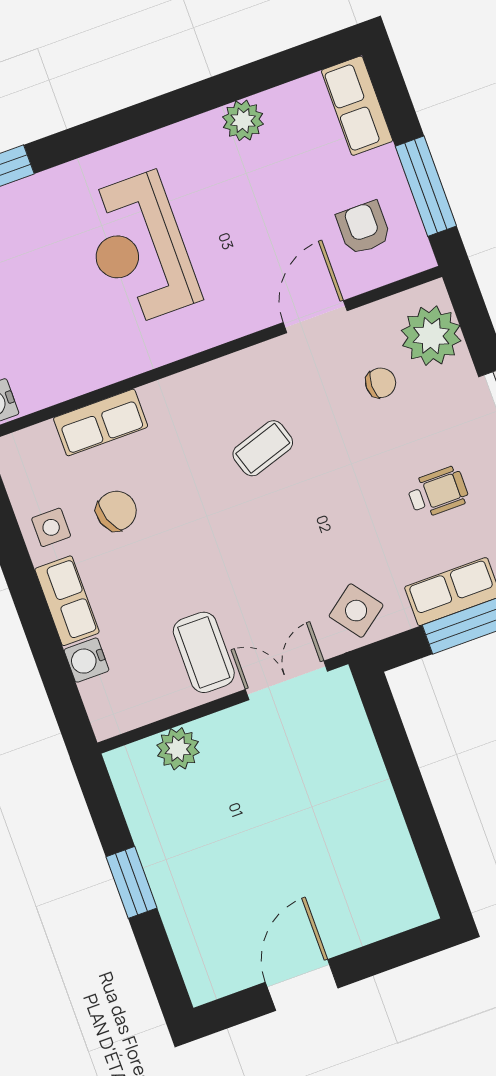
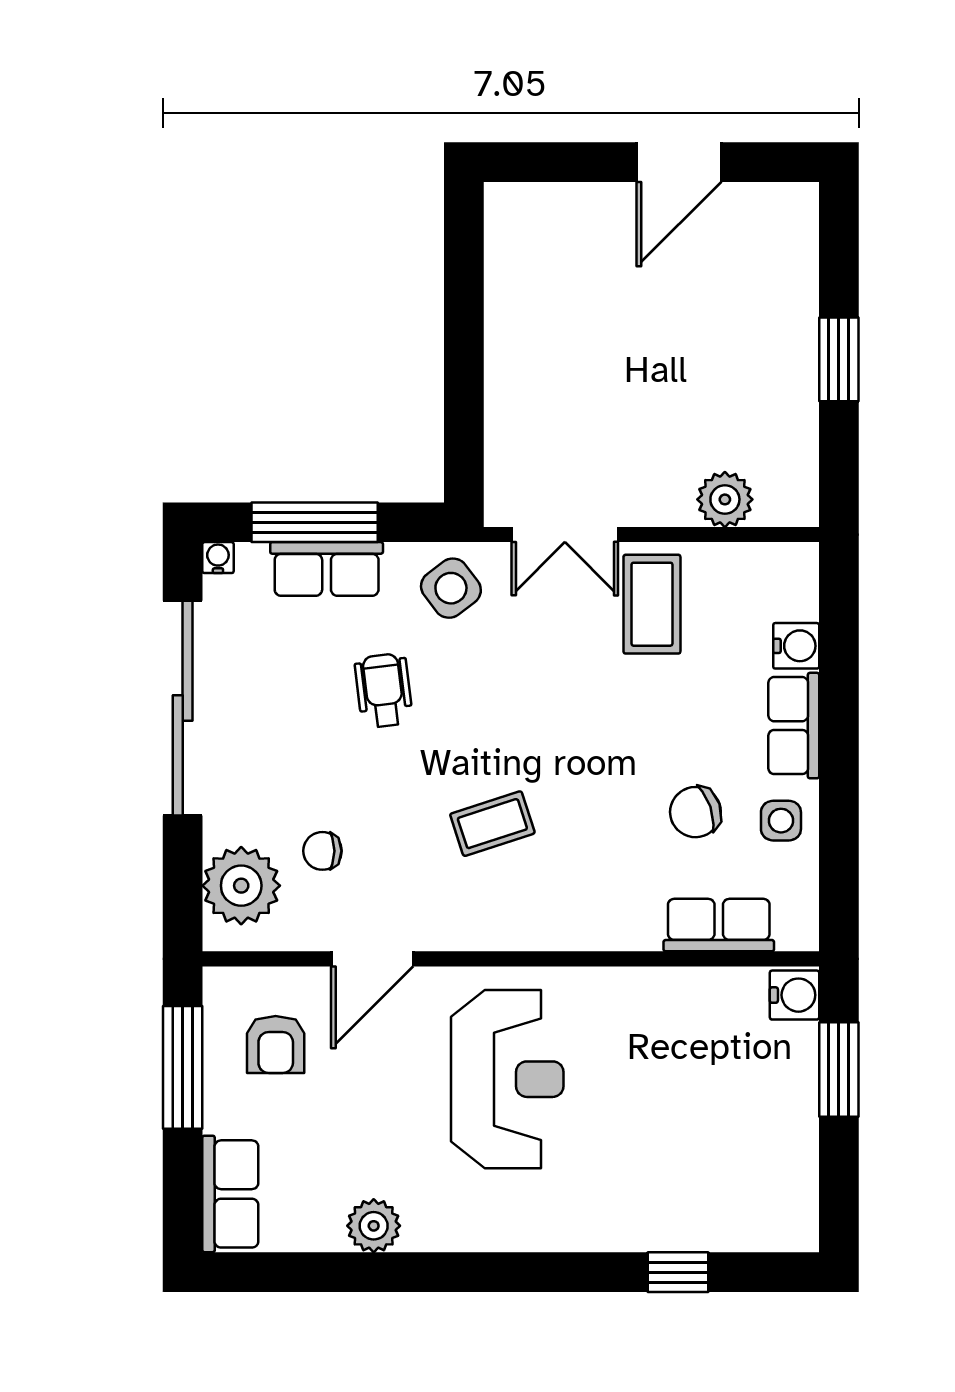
reception desk: (139, 249) -> (507, 1079), moved
row of seats: (101, 422) -> (719, 925), moved
wheelchair: (438, 492) -> (384, 690), moved, turned 83

